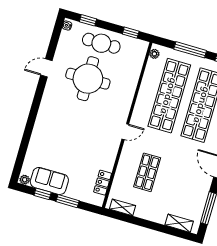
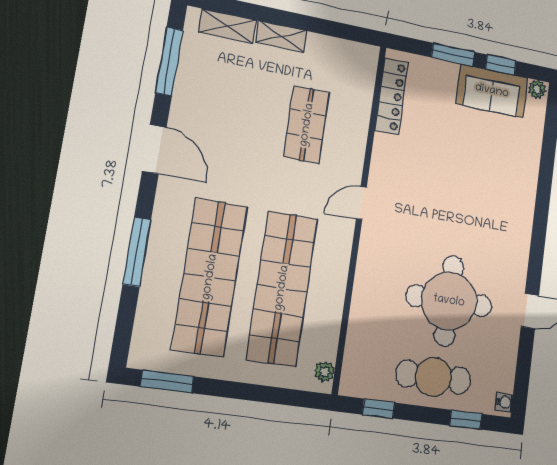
window: (190, 50) -> (251, 392), removed
locker: (103, 183) -> (392, 96), width x1.53
shelving: (123, 207) -> (281, 36), moved

